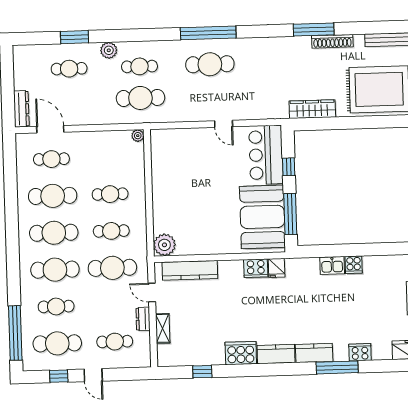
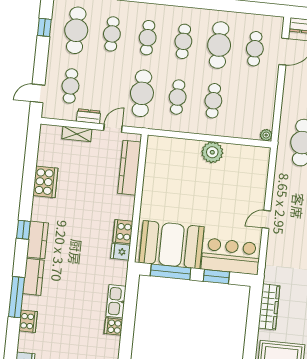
window: (289, 167) -> (216, 277), width x1.50
cafe table: (54, 233) -> (183, 41), width x0.73, depth x0.74
plant: (164, 245) -> (212, 152), moved
kitchen sink: (332, 265) -> (116, 301), width x1.38
cafe table: (55, 270) -> (148, 38), width x0.73, depth x0.74
cooker: (241, 353) -> (45, 182), moved
window: (202, 372) -> (23, 230), moved
door: (93, 375) -> (38, 93), moved

